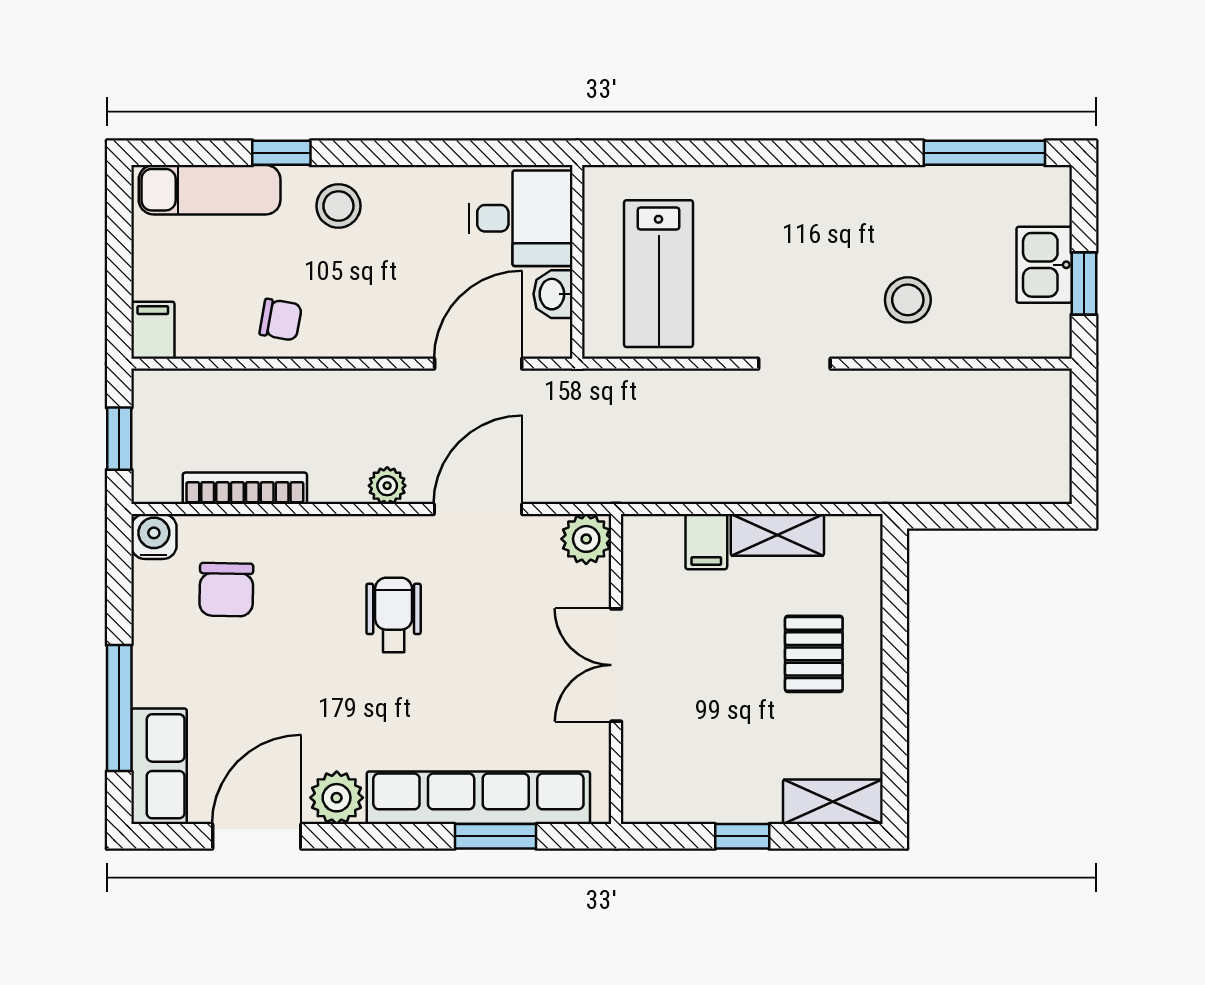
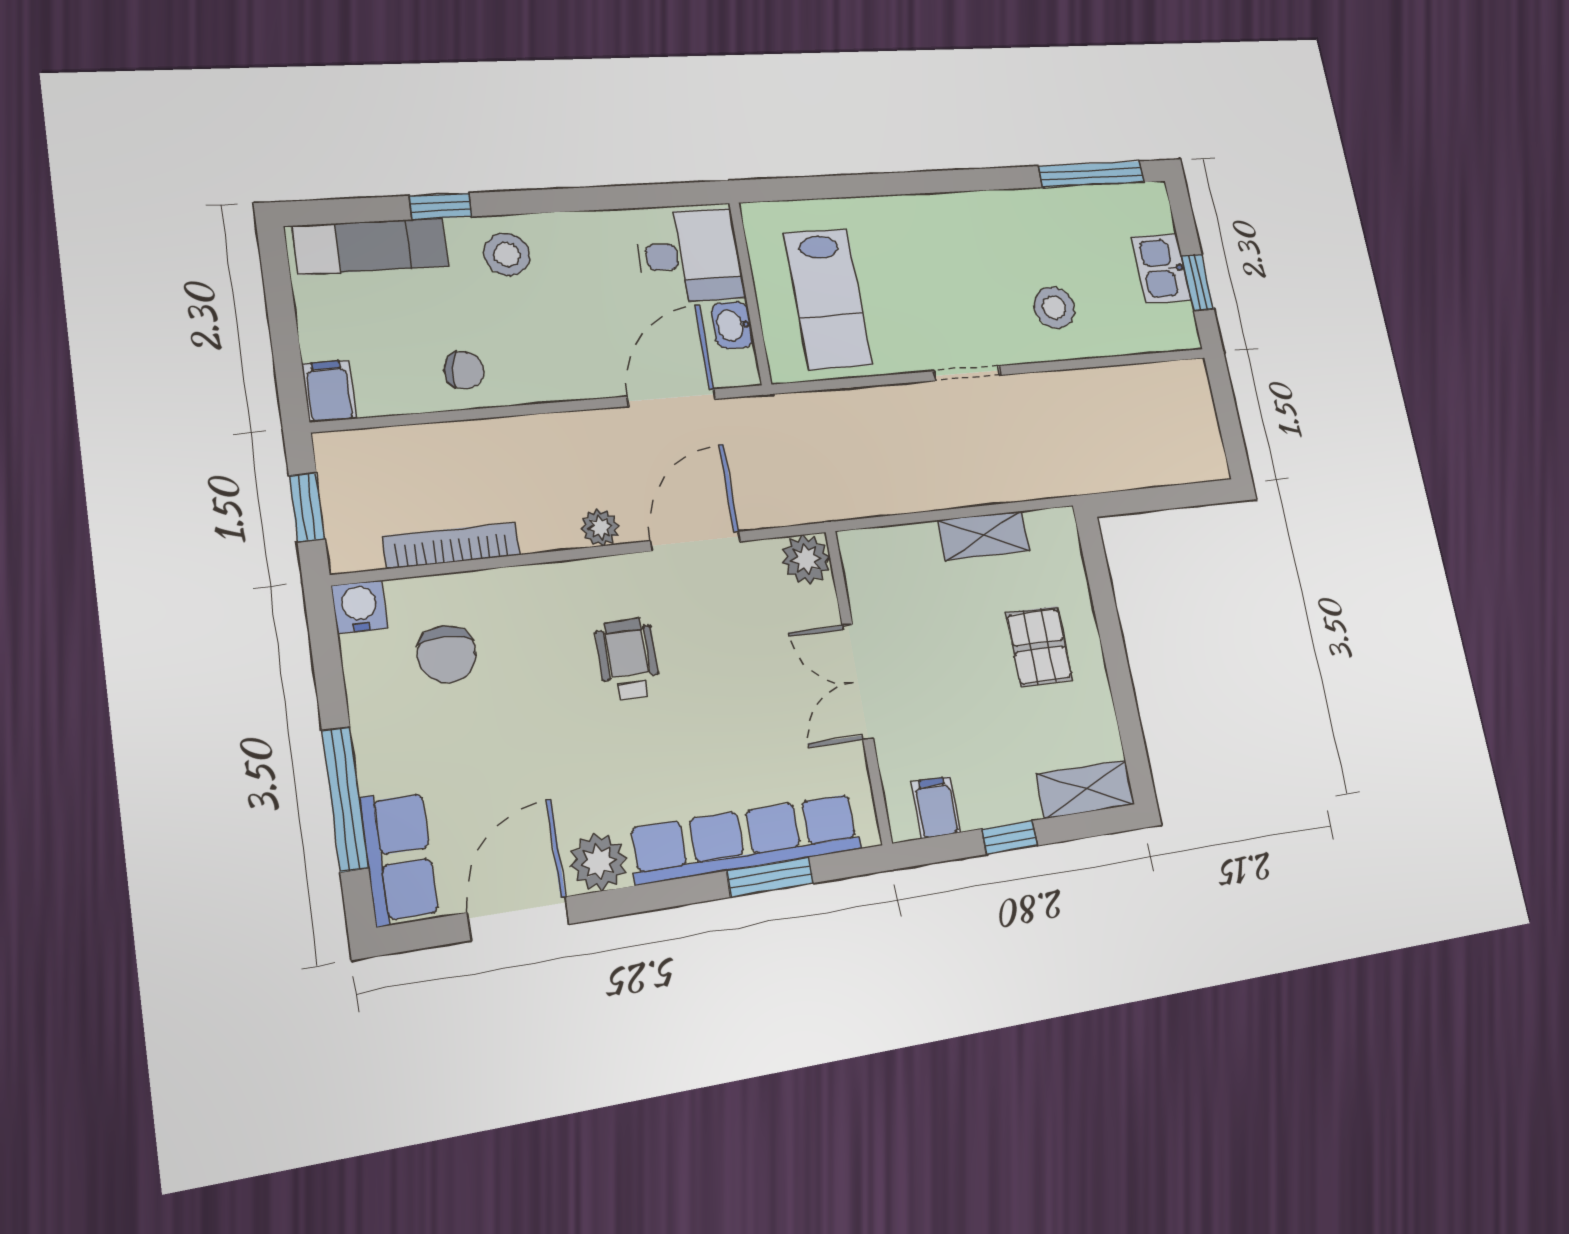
filing cabinet: (706, 542) -> (936, 807), moved, turned 180

